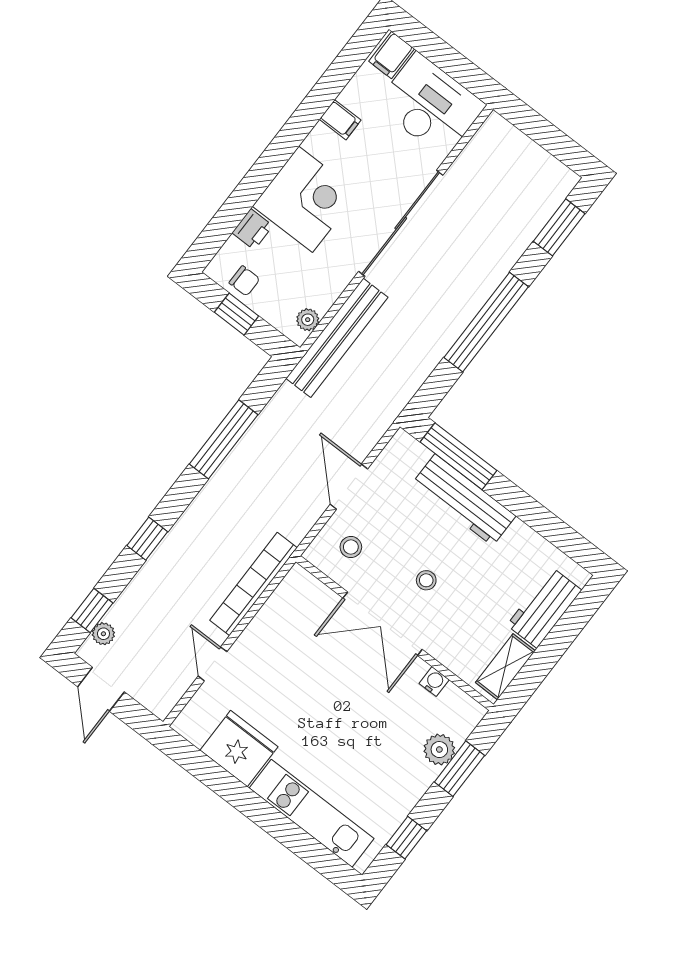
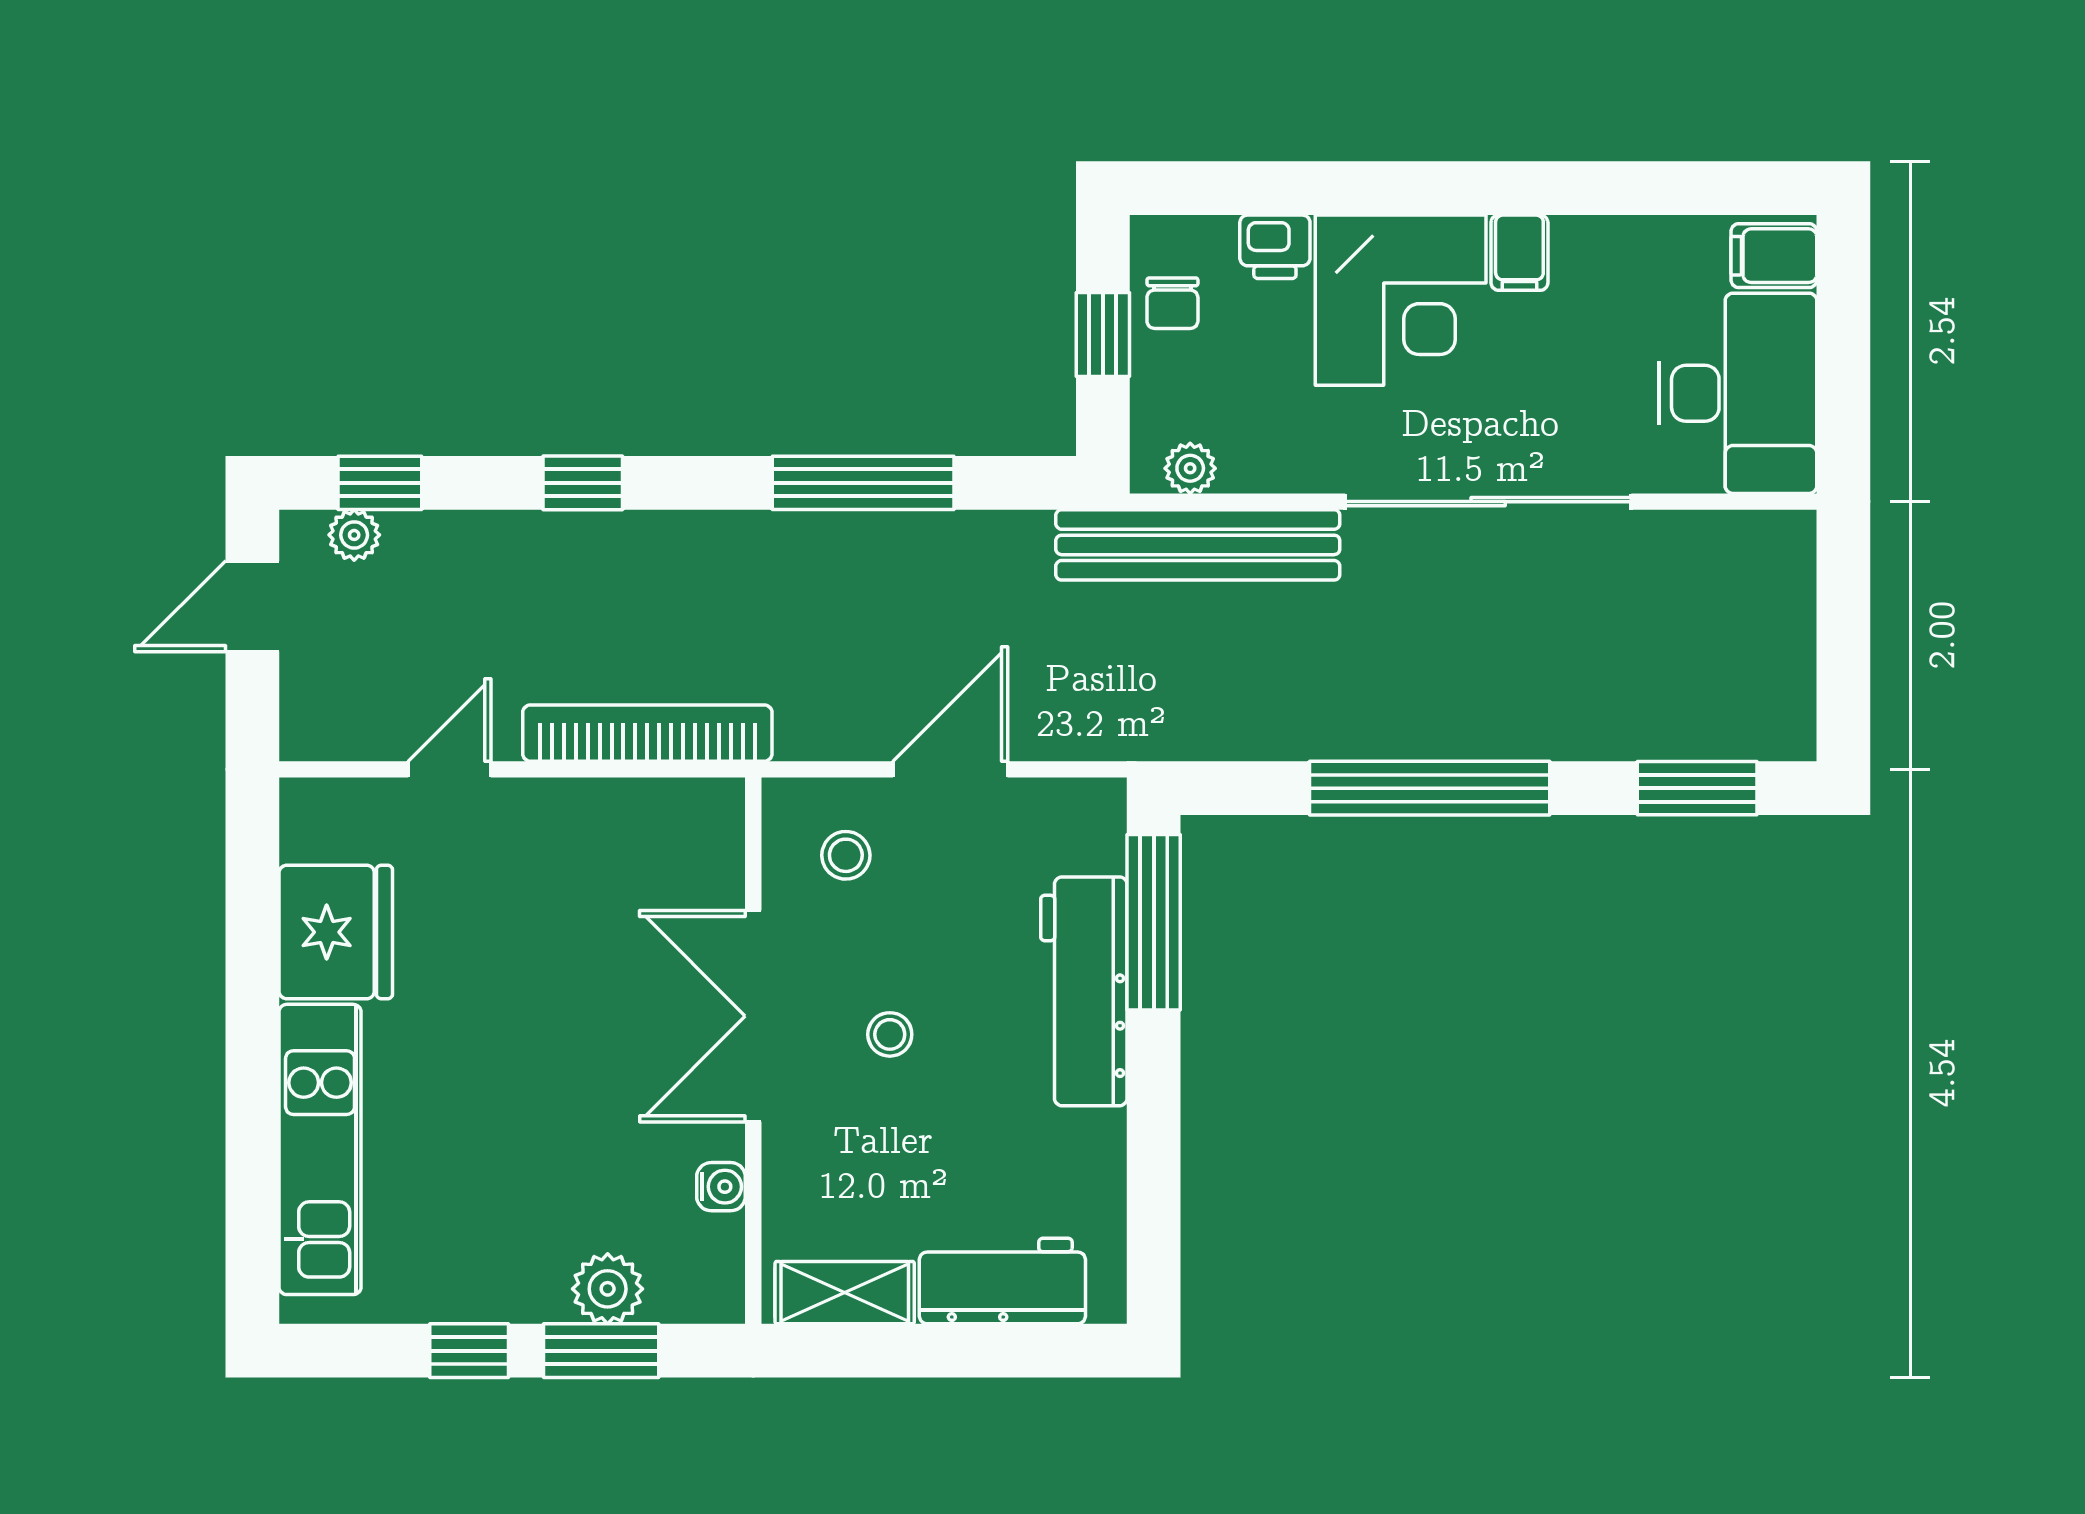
filing cabinet: (340, 120) -> (1519, 253), moved
window: (406, 838) -> (469, 1351), moved

